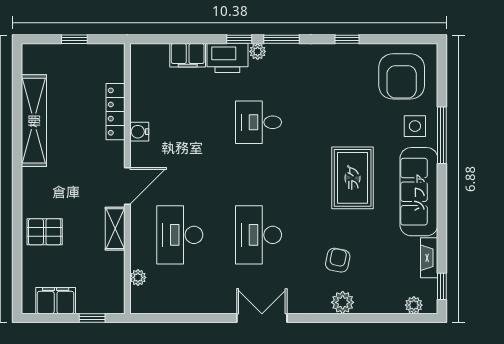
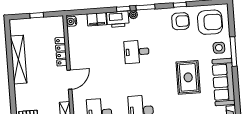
armchair: (346, 71) -> (180, 21), added
armchair: (402, 76) -> (210, 22), turned -90
water cooler: (139, 132) -> (71, 21), moved
door: (127, 186) -> (69, 80), moved

